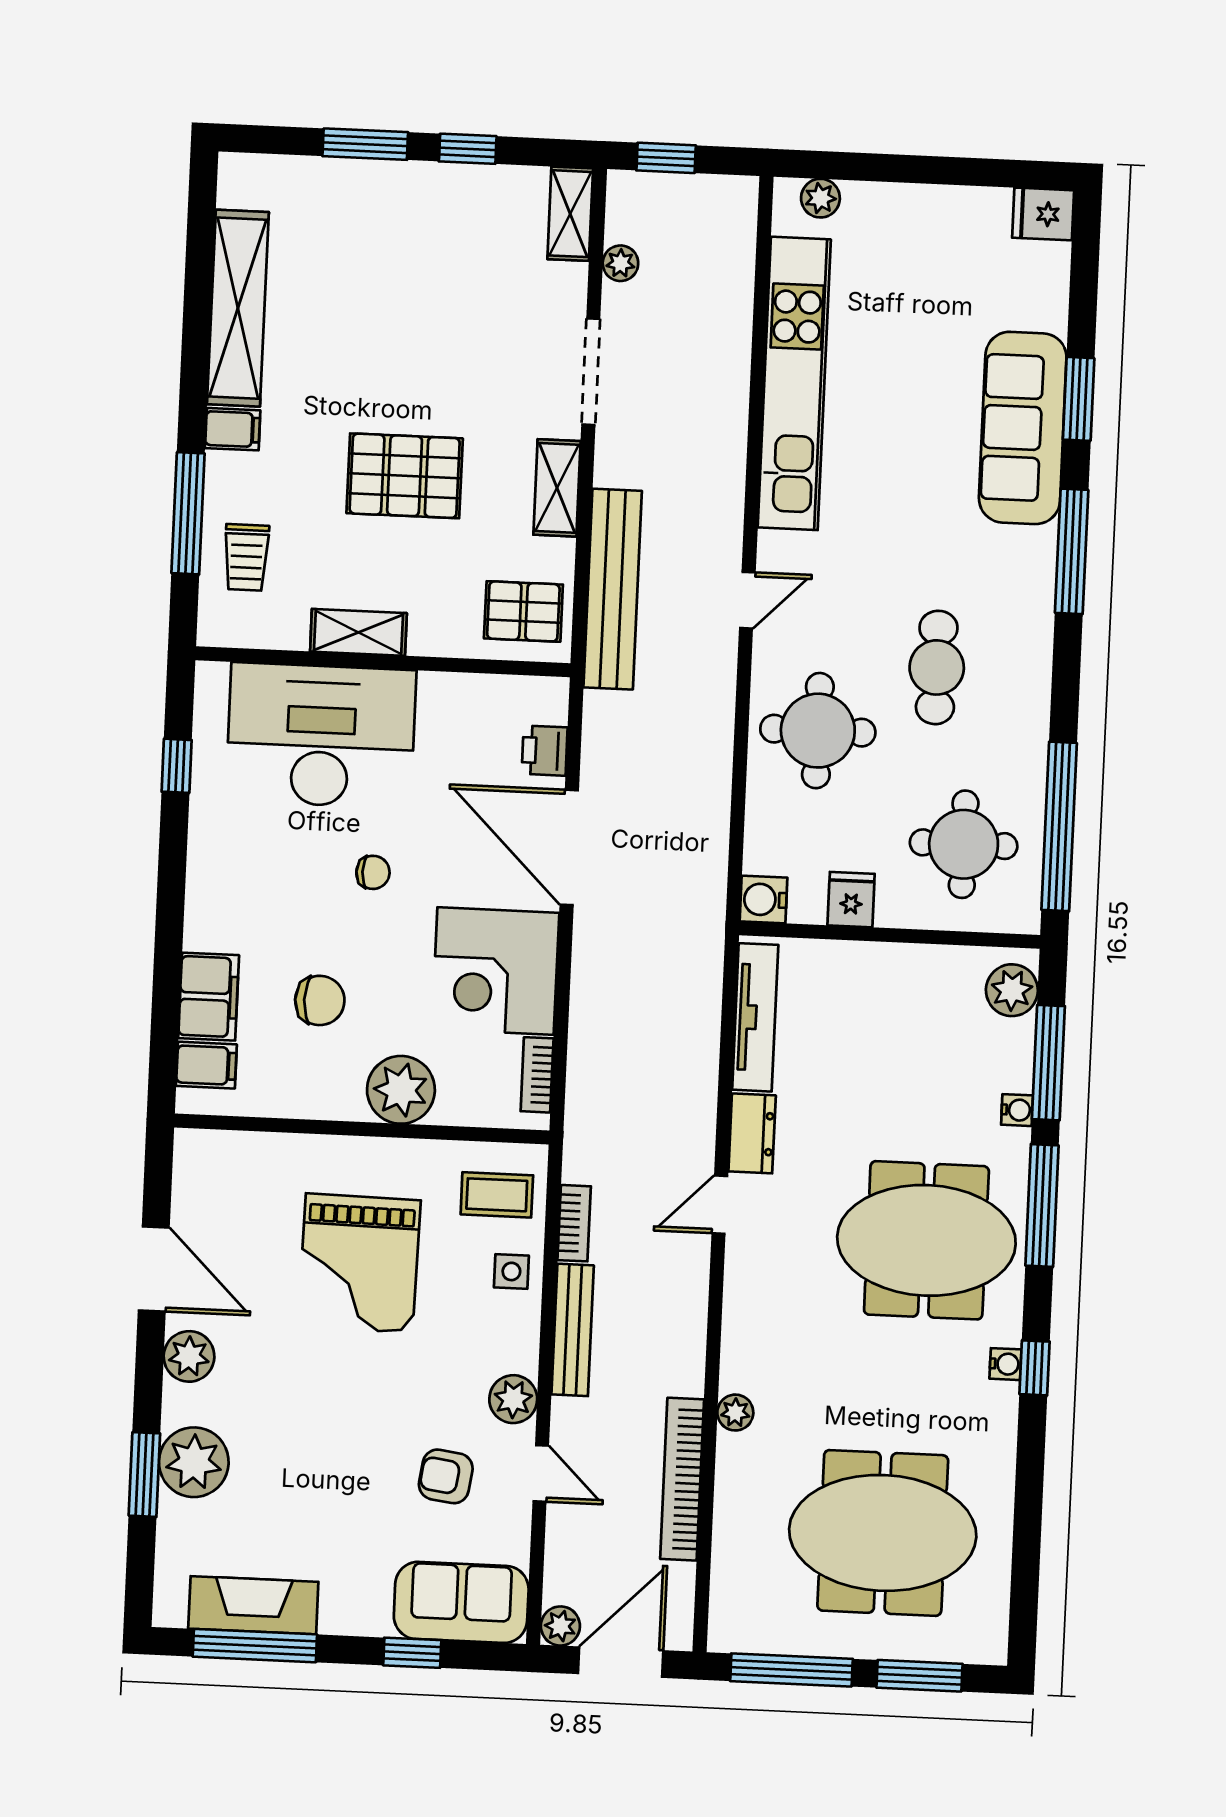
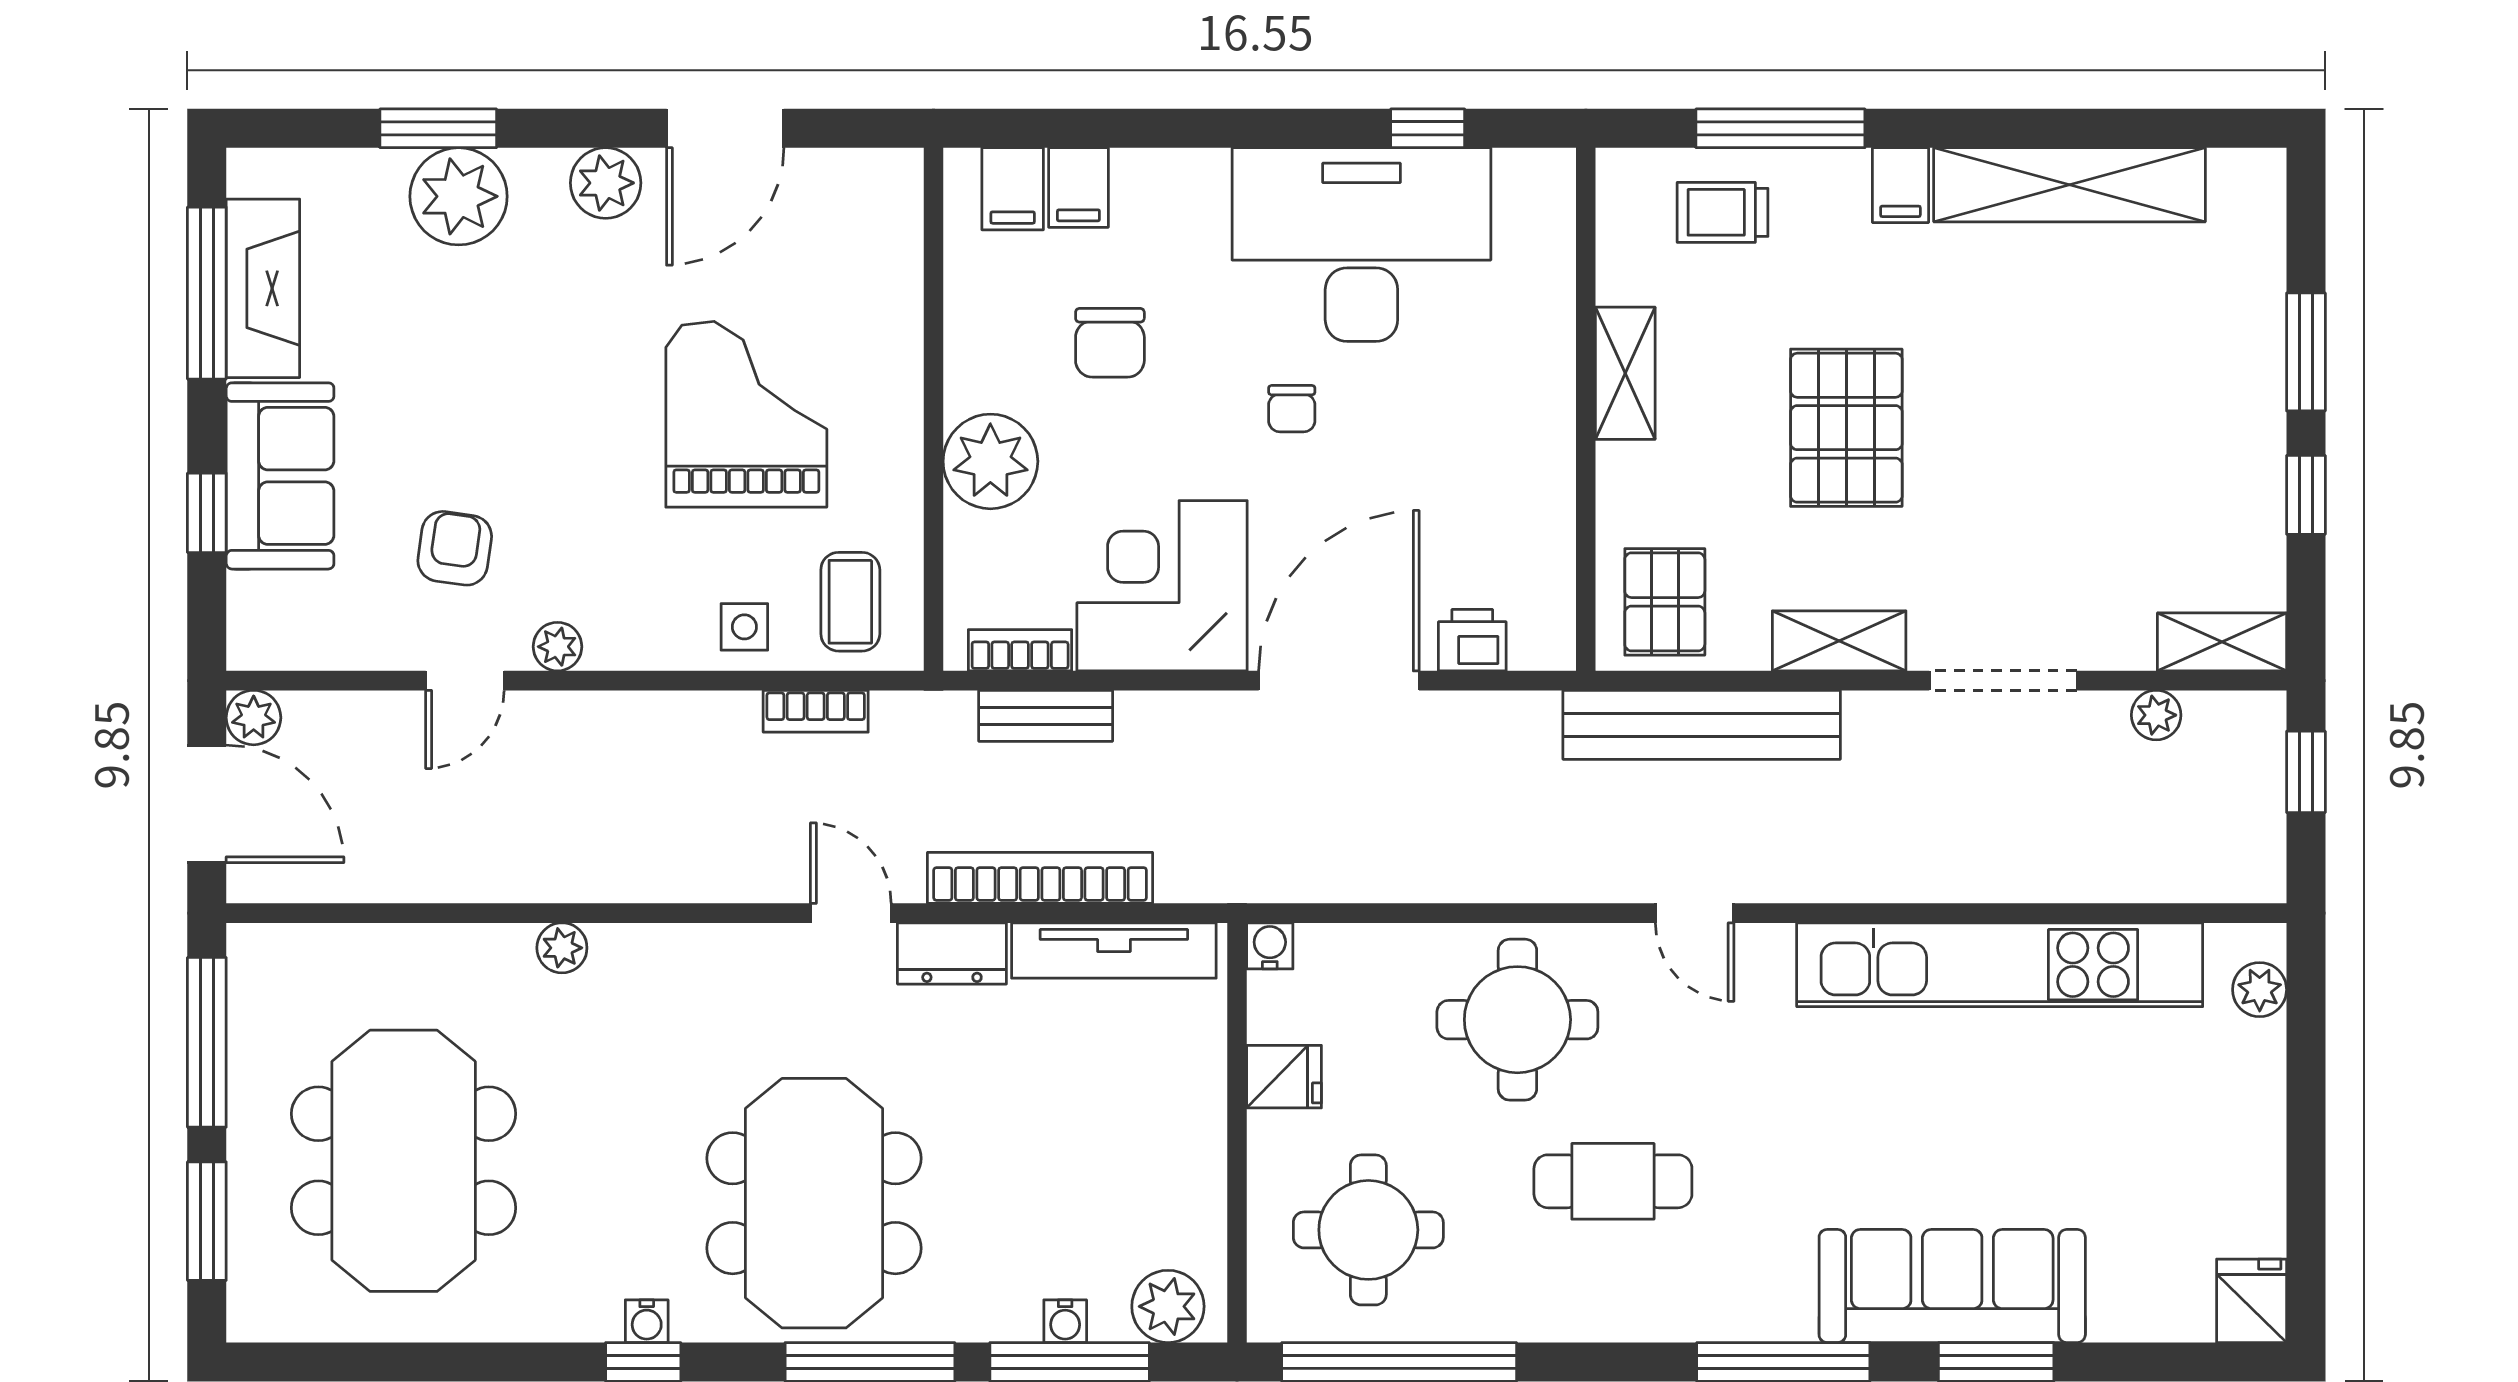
desk: (321, 735) -> (1361, 245), moved, turned -90
water cooler: (764, 900) -> (1270, 946), width x0.72, depth x0.72
filing cabinet: (209, 997) -> (1078, 188), width x0.50
water cooler: (1017, 1110) -> (1065, 1321), moved
grand piano: (359, 1263) -> (746, 414), turned 89
bench: (573, 1330) -> (1046, 716), moved, width x0.73
plant: (513, 1399) -> (557, 647), width x0.73, depth x0.73
bookcase: (682, 1479) -> (1040, 878), moved
sofa: (461, 1602) -> (280, 476), moved

